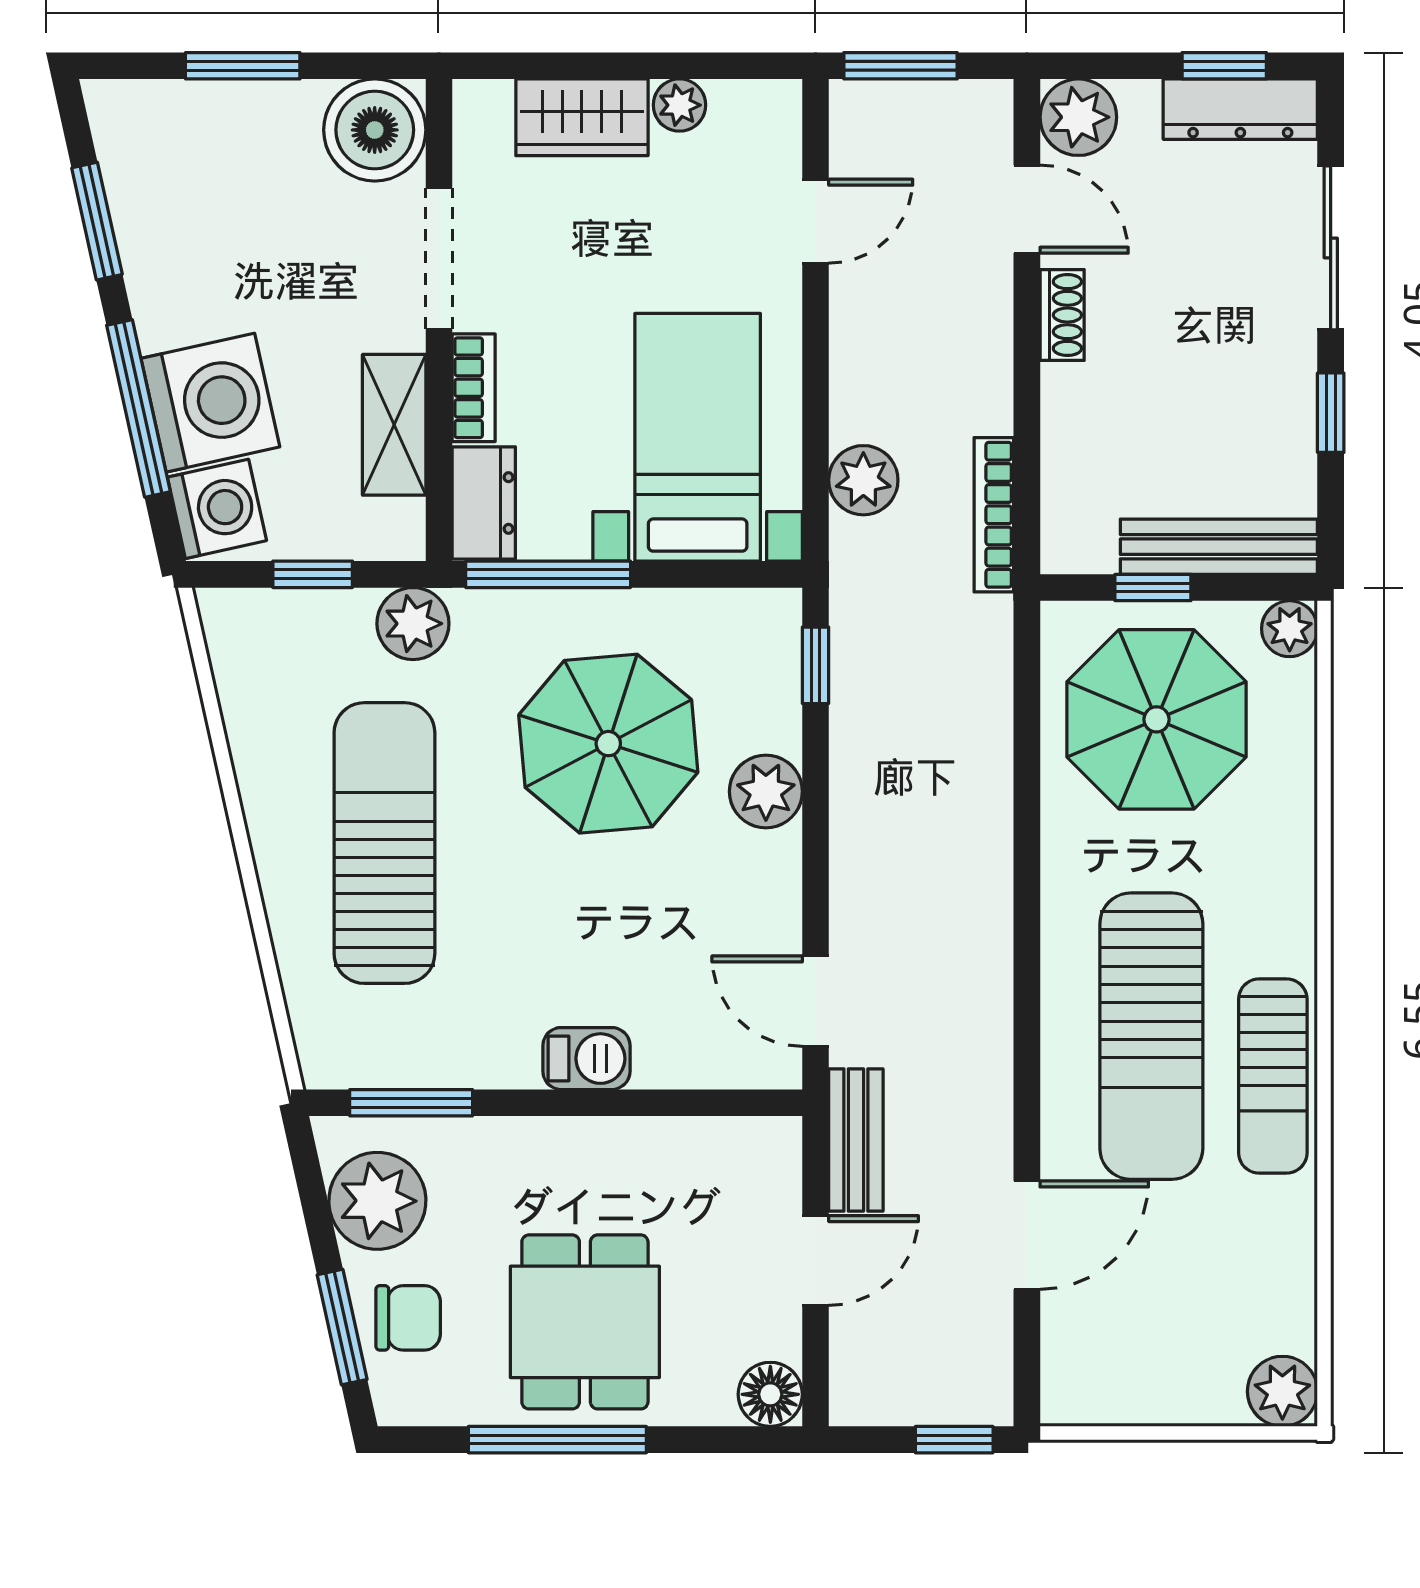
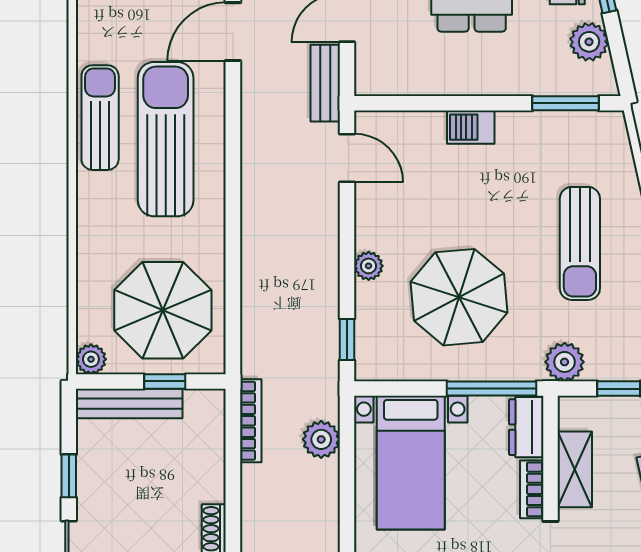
plant: (766, 791) -> (369, 266), width x0.73, depth x0.73
sun lounger: (384, 843) -> (580, 243), width x0.73, depth x0.75
plant: (377, 1201) -> (589, 42), width x0.73, depth x0.73

